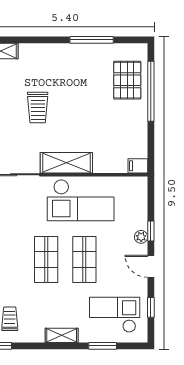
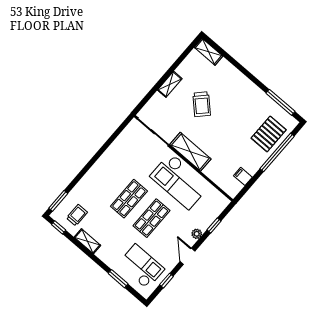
window: (92, 40) -> (280, 102), moved
trolley: (38, 107) -> (202, 104), turned -46
filing cabinet: (138, 166) -> (243, 176), moved
window: (151, 231) -> (214, 225), moved
shelving: (62, 335) -> (87, 241), moved

